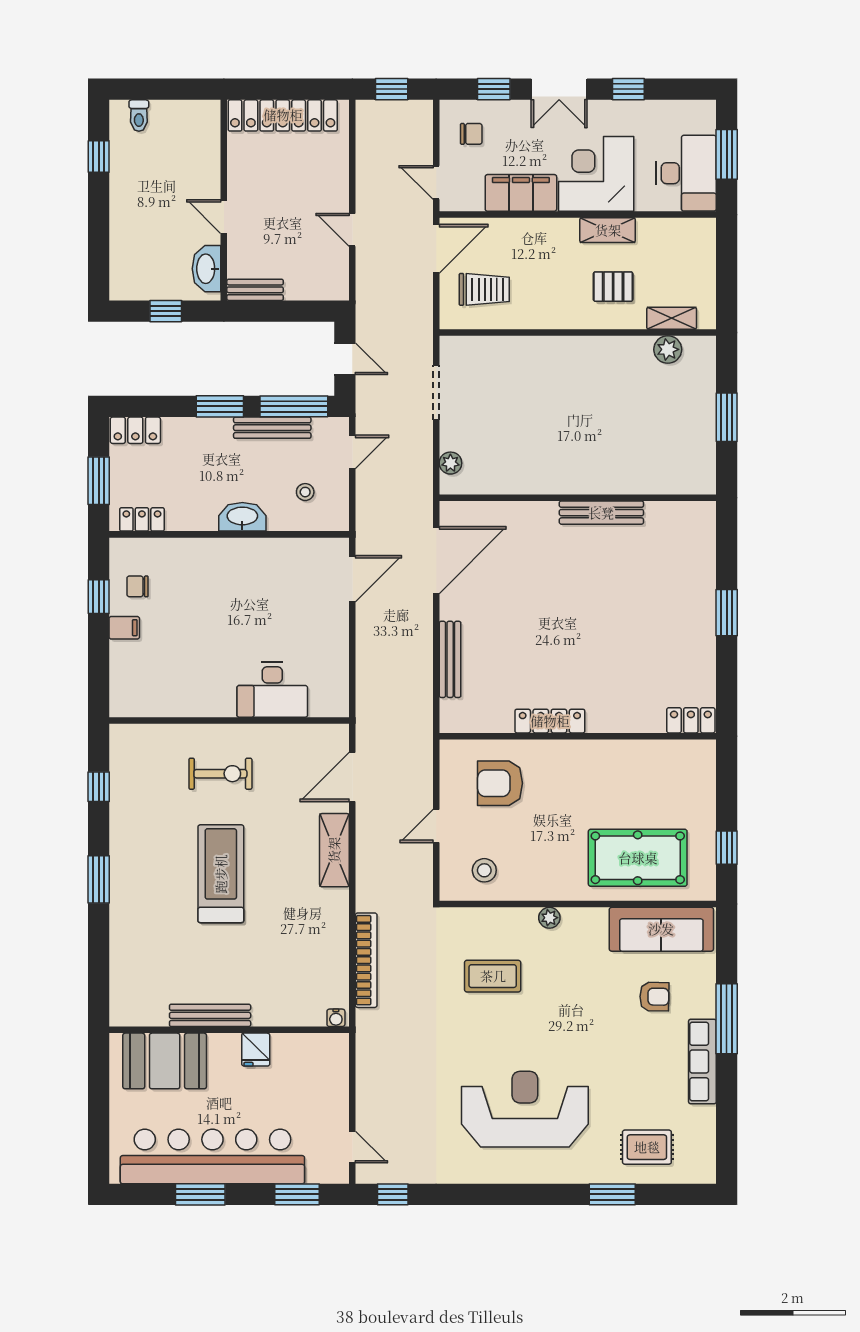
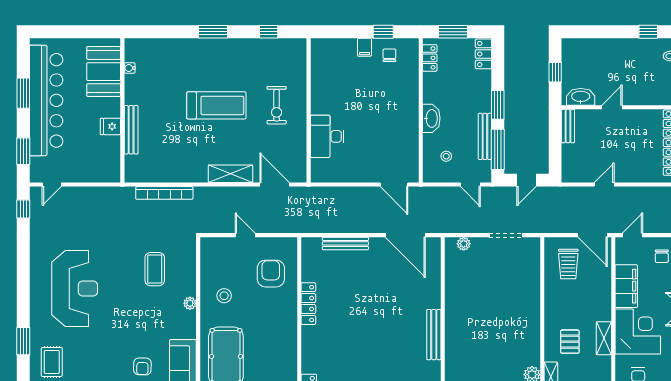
stool: (484, 870) -> (224, 296), moved
bench: (210, 1015) -> (131, 130), moved
water cooler: (336, 1018) -> (130, 68), moved

